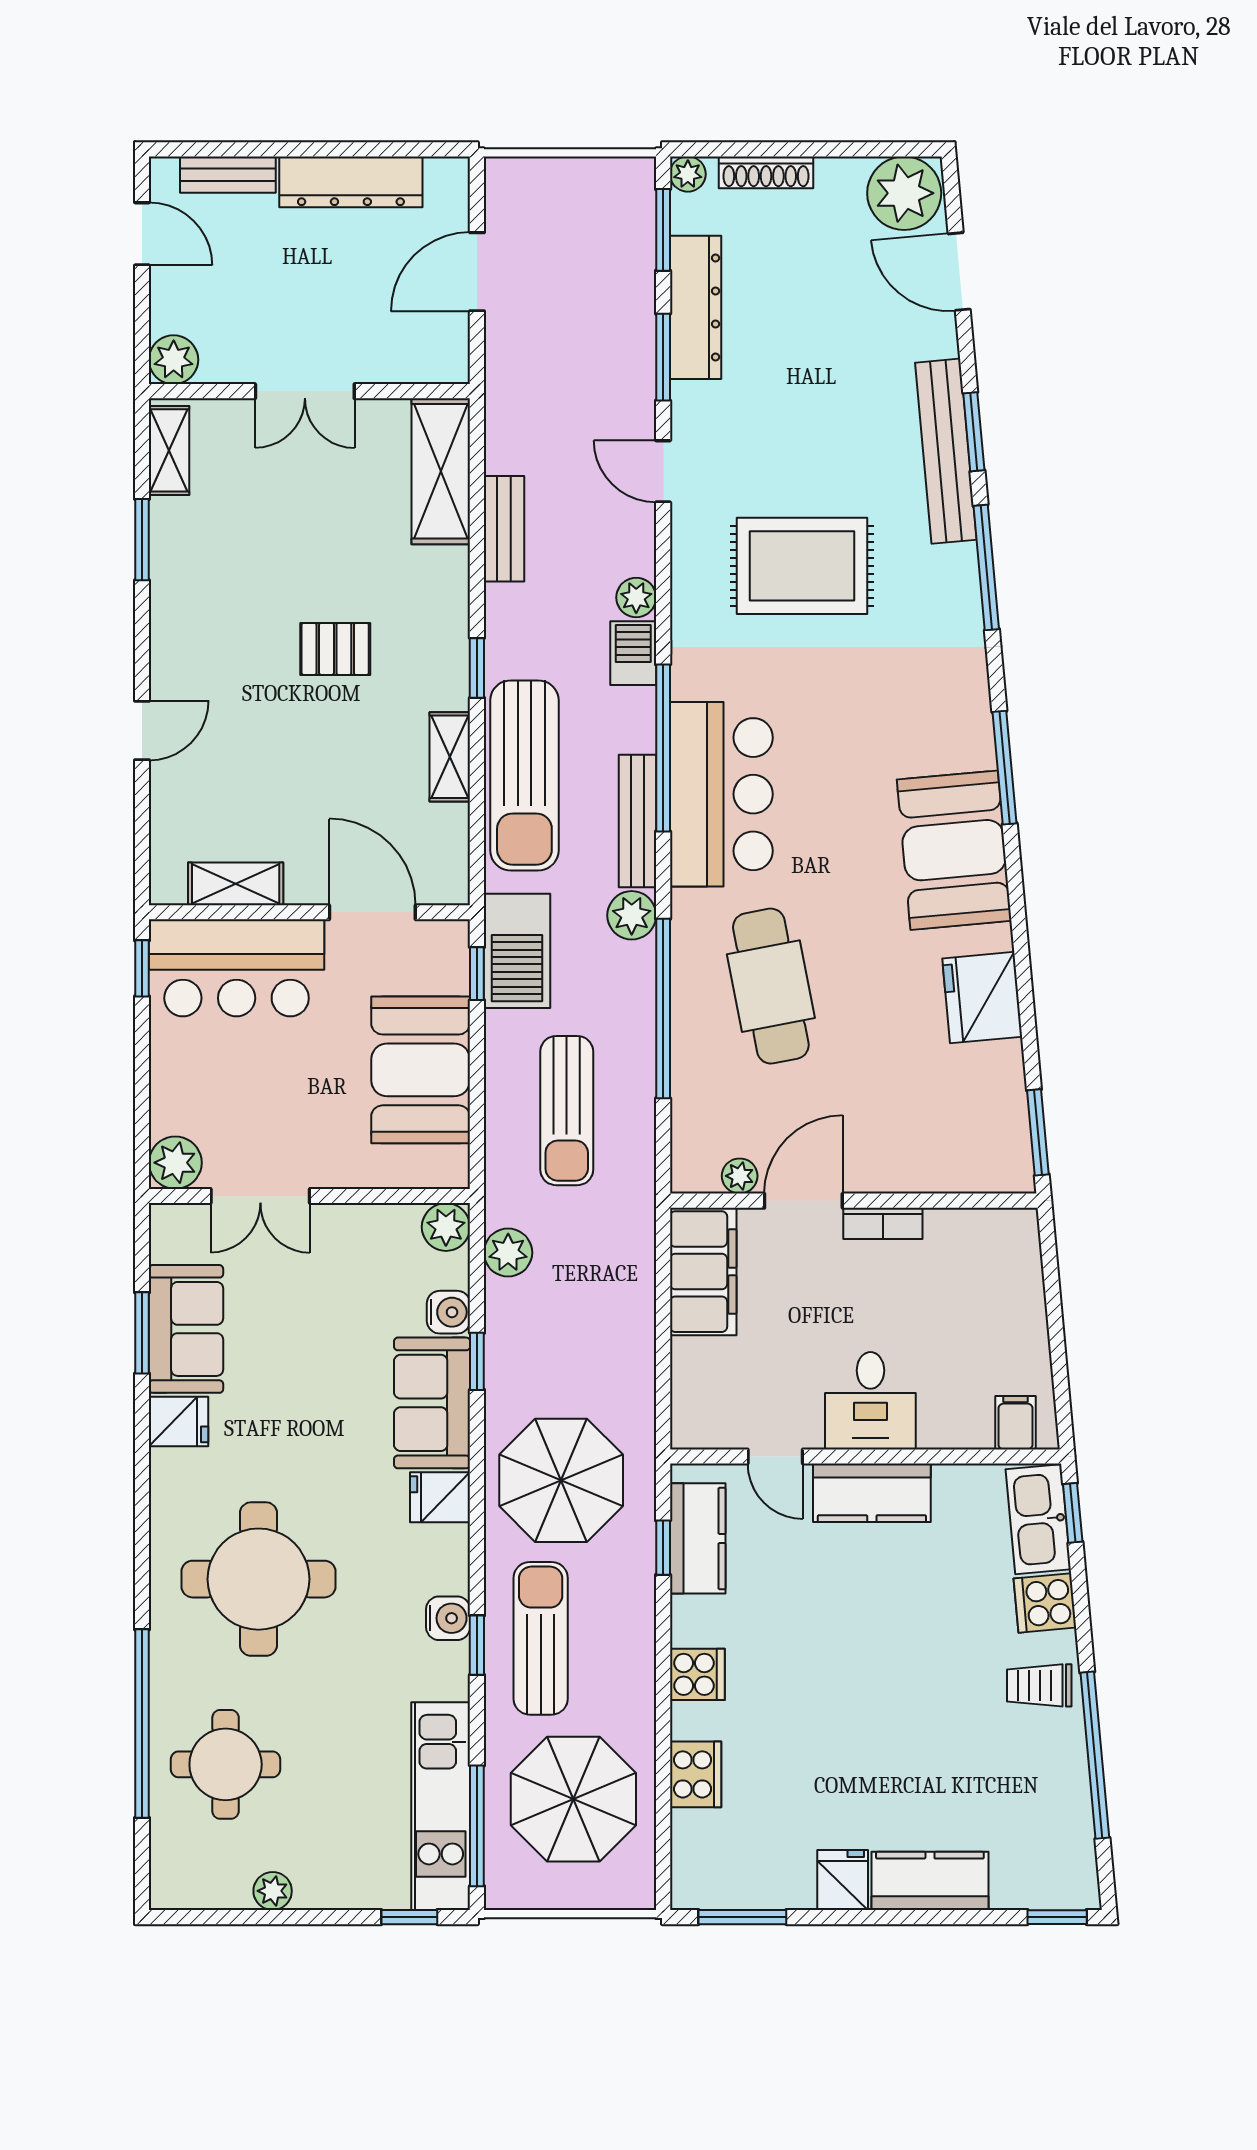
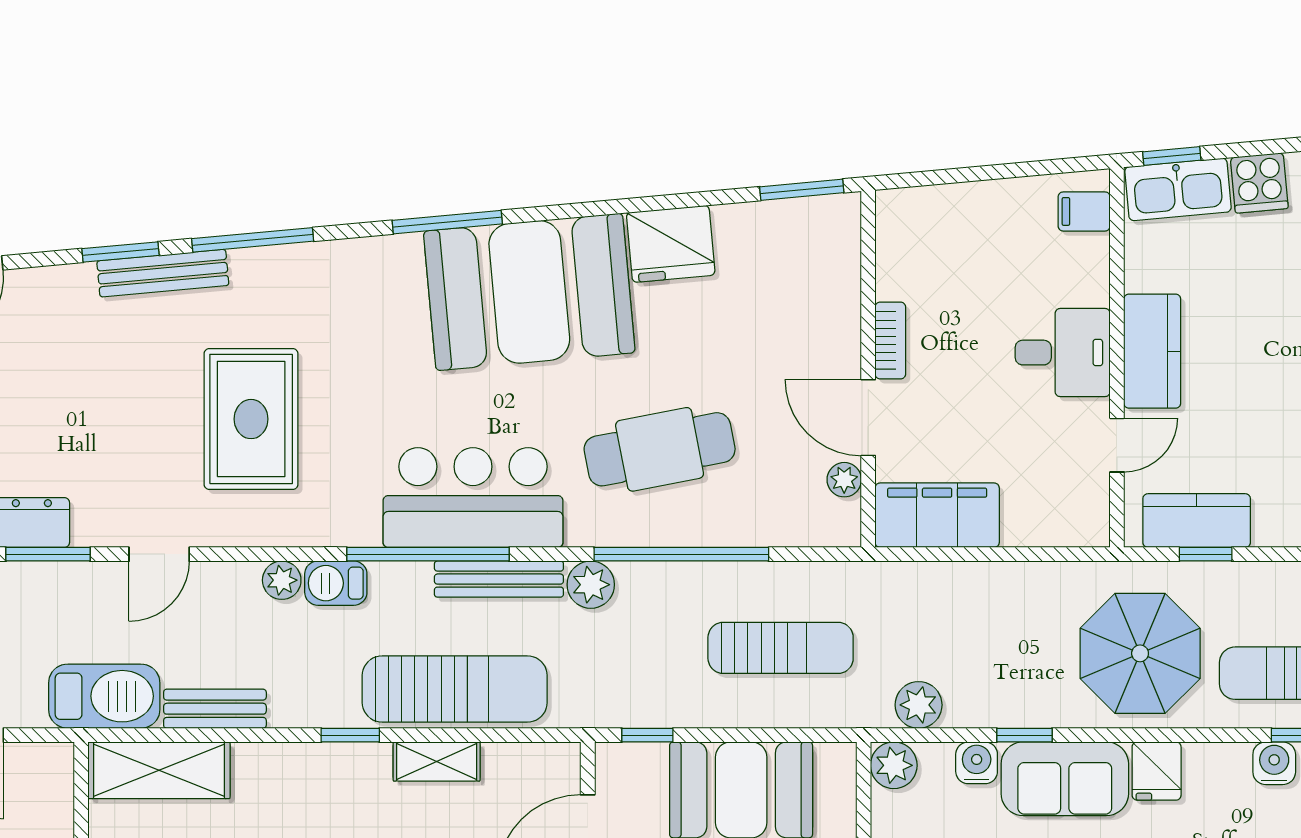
bench: (946, 451) -> (163, 273), width x0.73, depth x0.82
booth: (954, 850) -> (529, 292), width x1.36, depth x1.42
barbecue: (517, 951) -> (104, 696), moved

